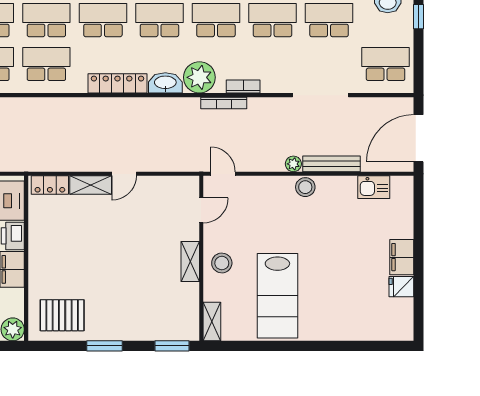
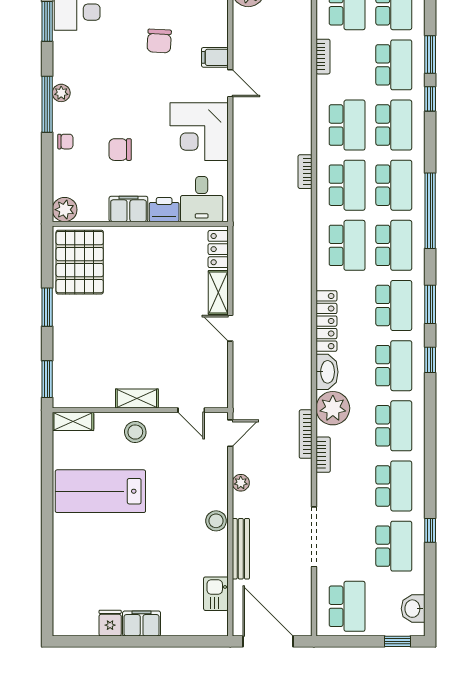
plant: (293, 164) -> (241, 483), moved
pallet: (62, 315) -> (80, 262), width x1.37, depth x1.41

